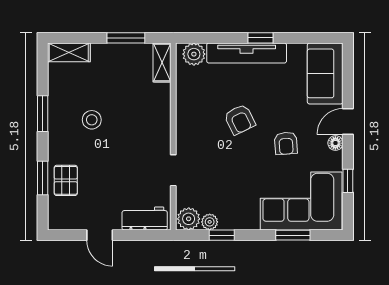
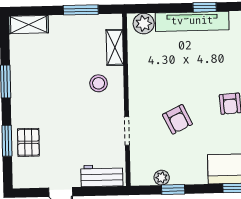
shelving: (162, 63) -> (115, 47), moved
armchair: (240, 119) -> (177, 119), moved
stool: (92, 120) -> (99, 83), moved
plant: (189, 219) -> (142, 175), removed

